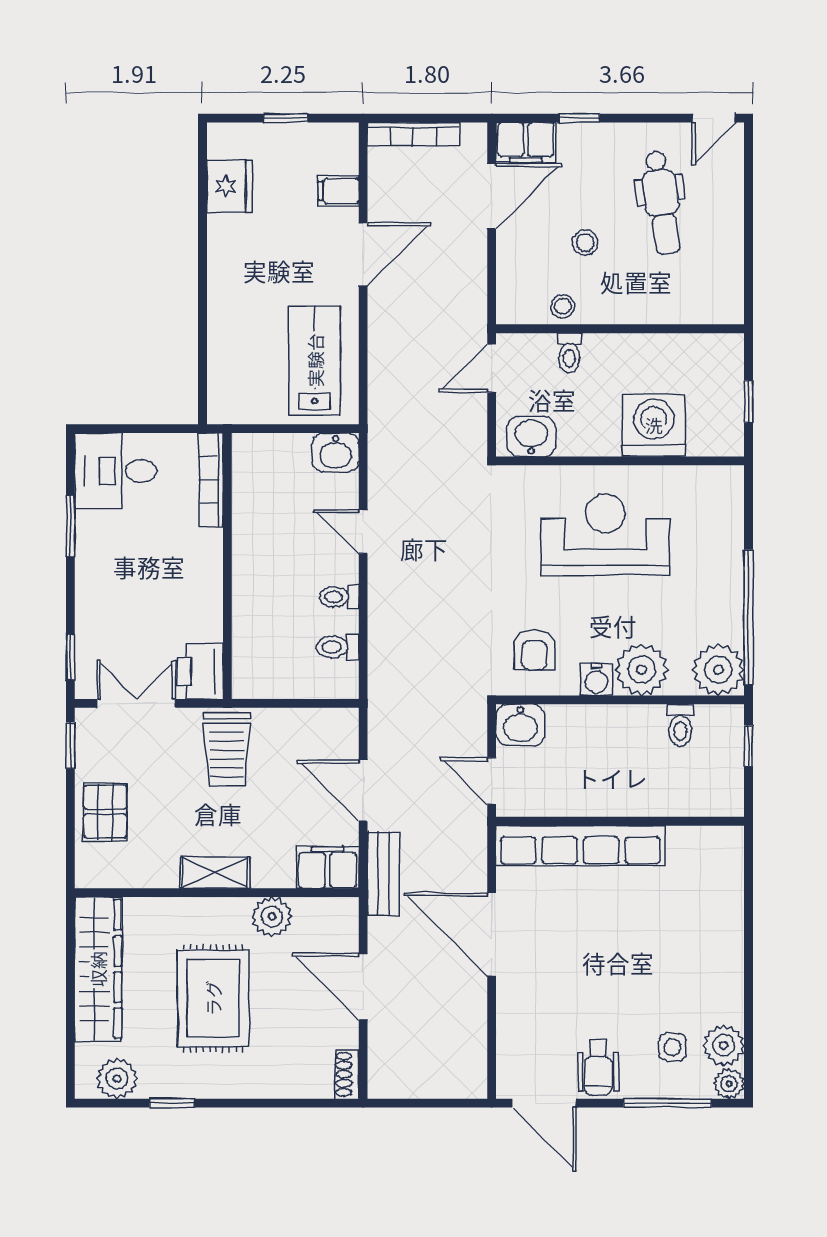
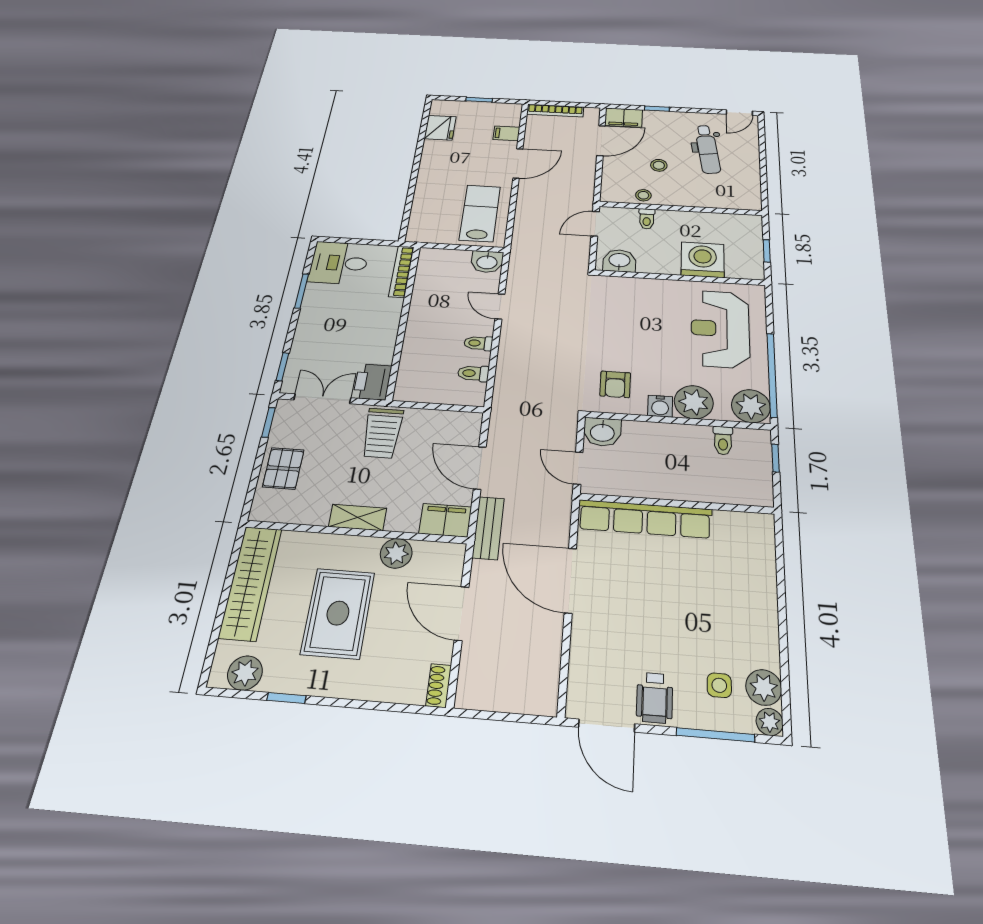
reception desk: (605, 535) -> (720, 329), moved, turned -90

